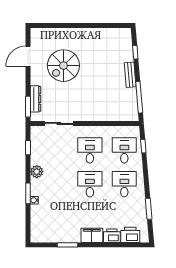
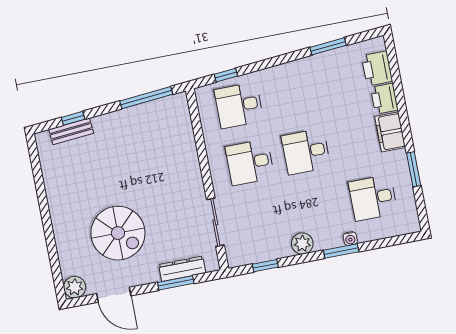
plant: (37, 34) -> (75, 287), added
bench: (130, 75) -> (71, 131), moved
window: (28, 107) -> (176, 283), moved
desk: (124, 184) -> (373, 198), moved

